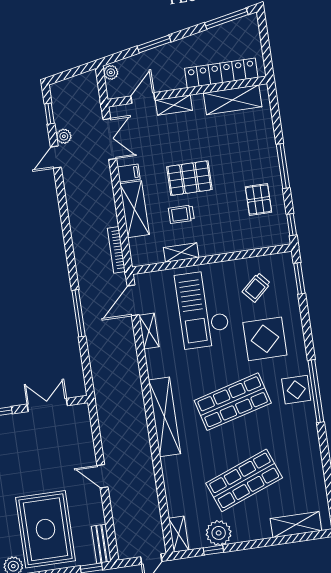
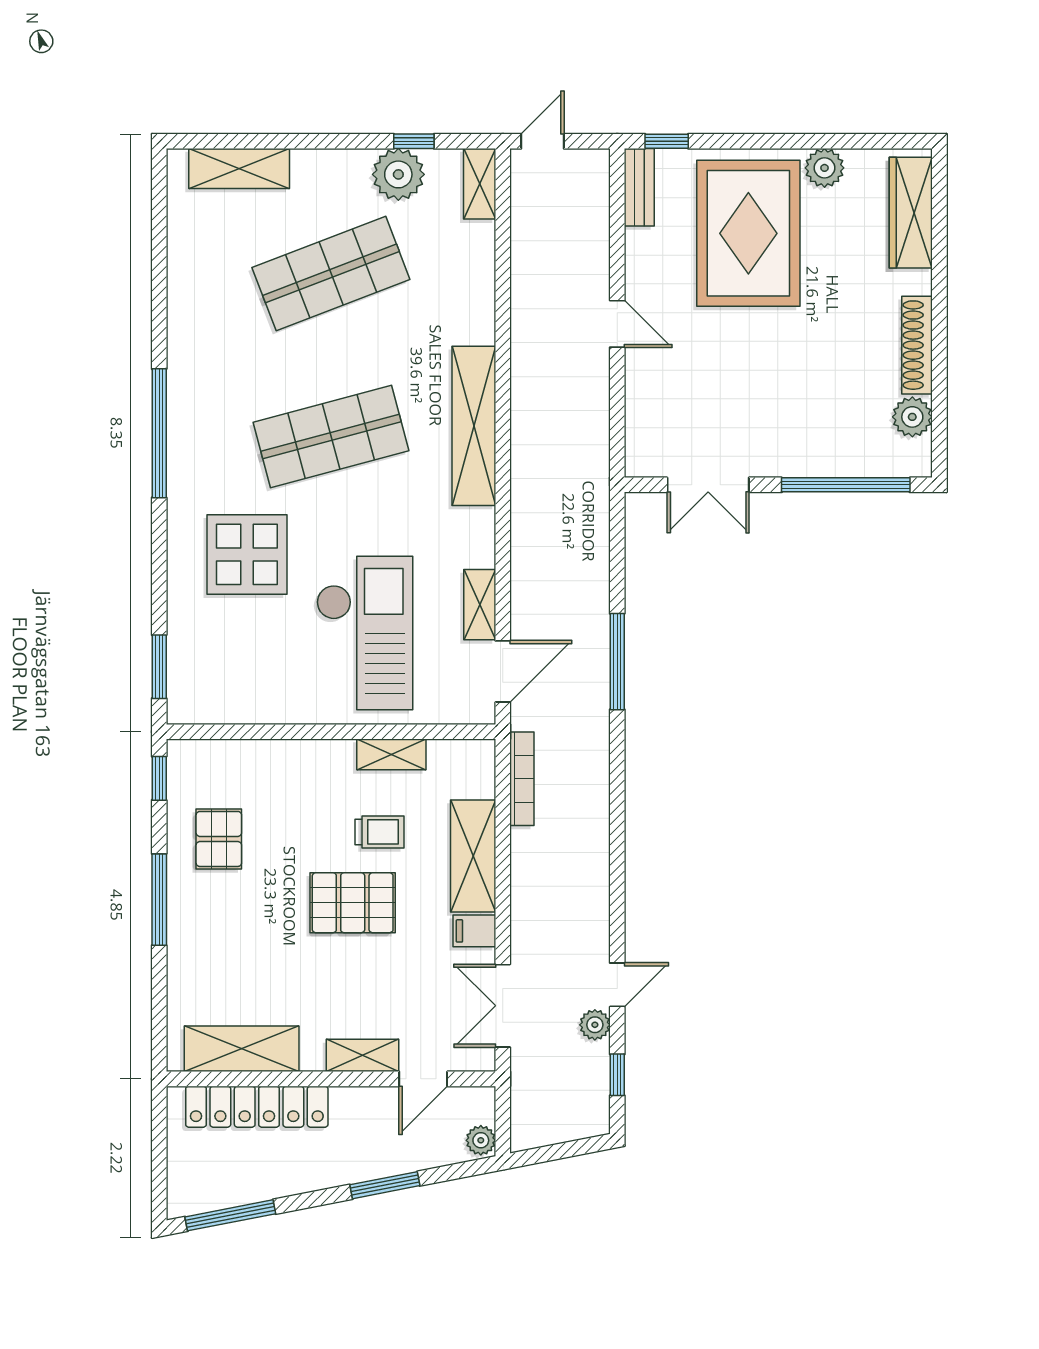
trolley: (256, 287) -> (249, 661), removed
display table: (296, 390) -> (199, 442), removed

